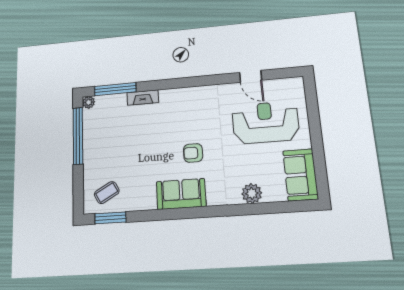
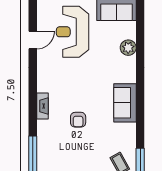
fireplace: (143, 97) -> (42, 106), moved
armchair: (193, 153) -> (78, 120), moved

